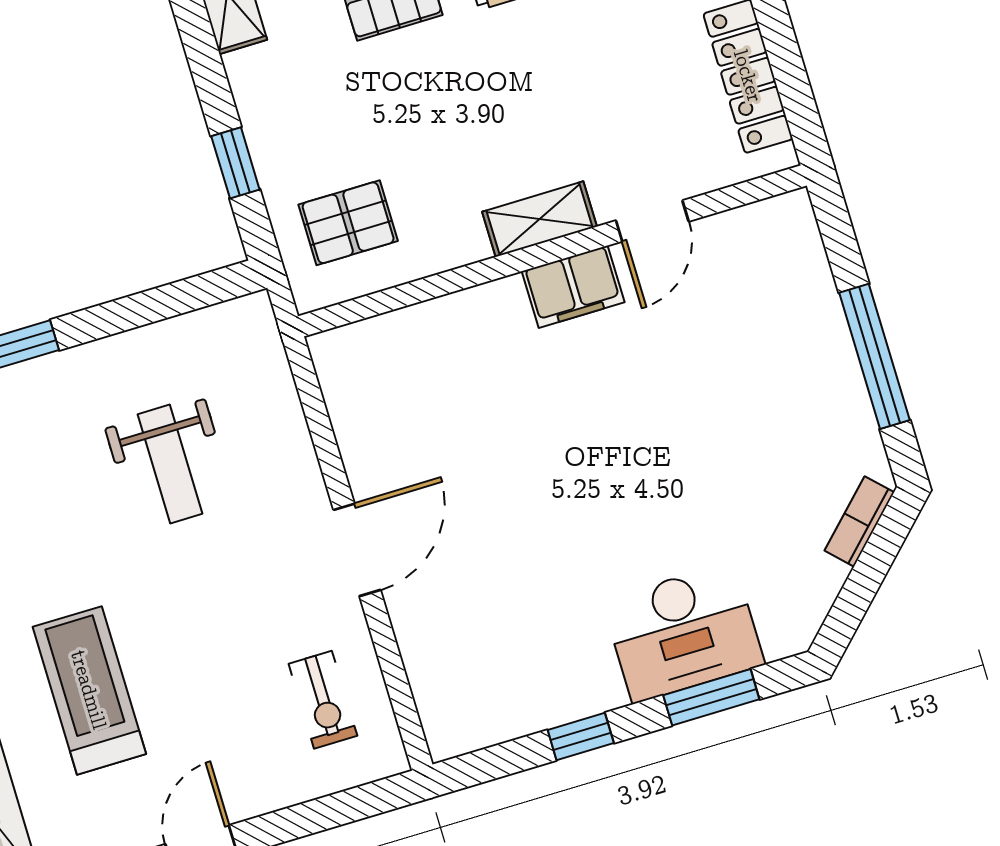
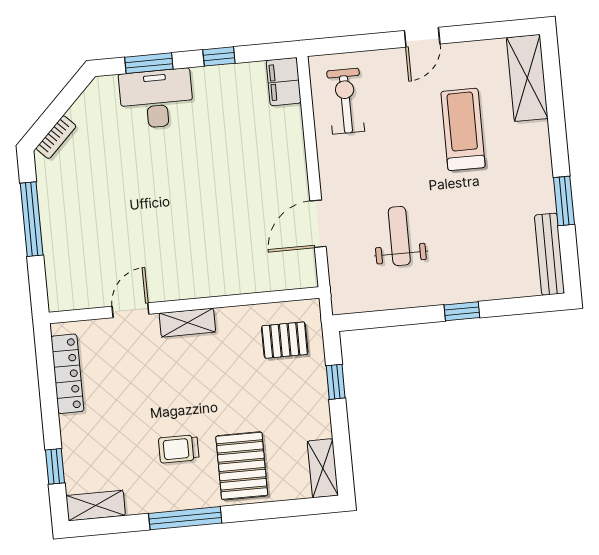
filing cabinet: (573, 287) -> (284, 82), moved, turned -90
door: (357, 550) -> (318, 224), moved
treadmill: (89, 690) -> (463, 129), turned 180
exercise bike: (323, 700) -> (346, 101), width x1.38, depth x1.39

